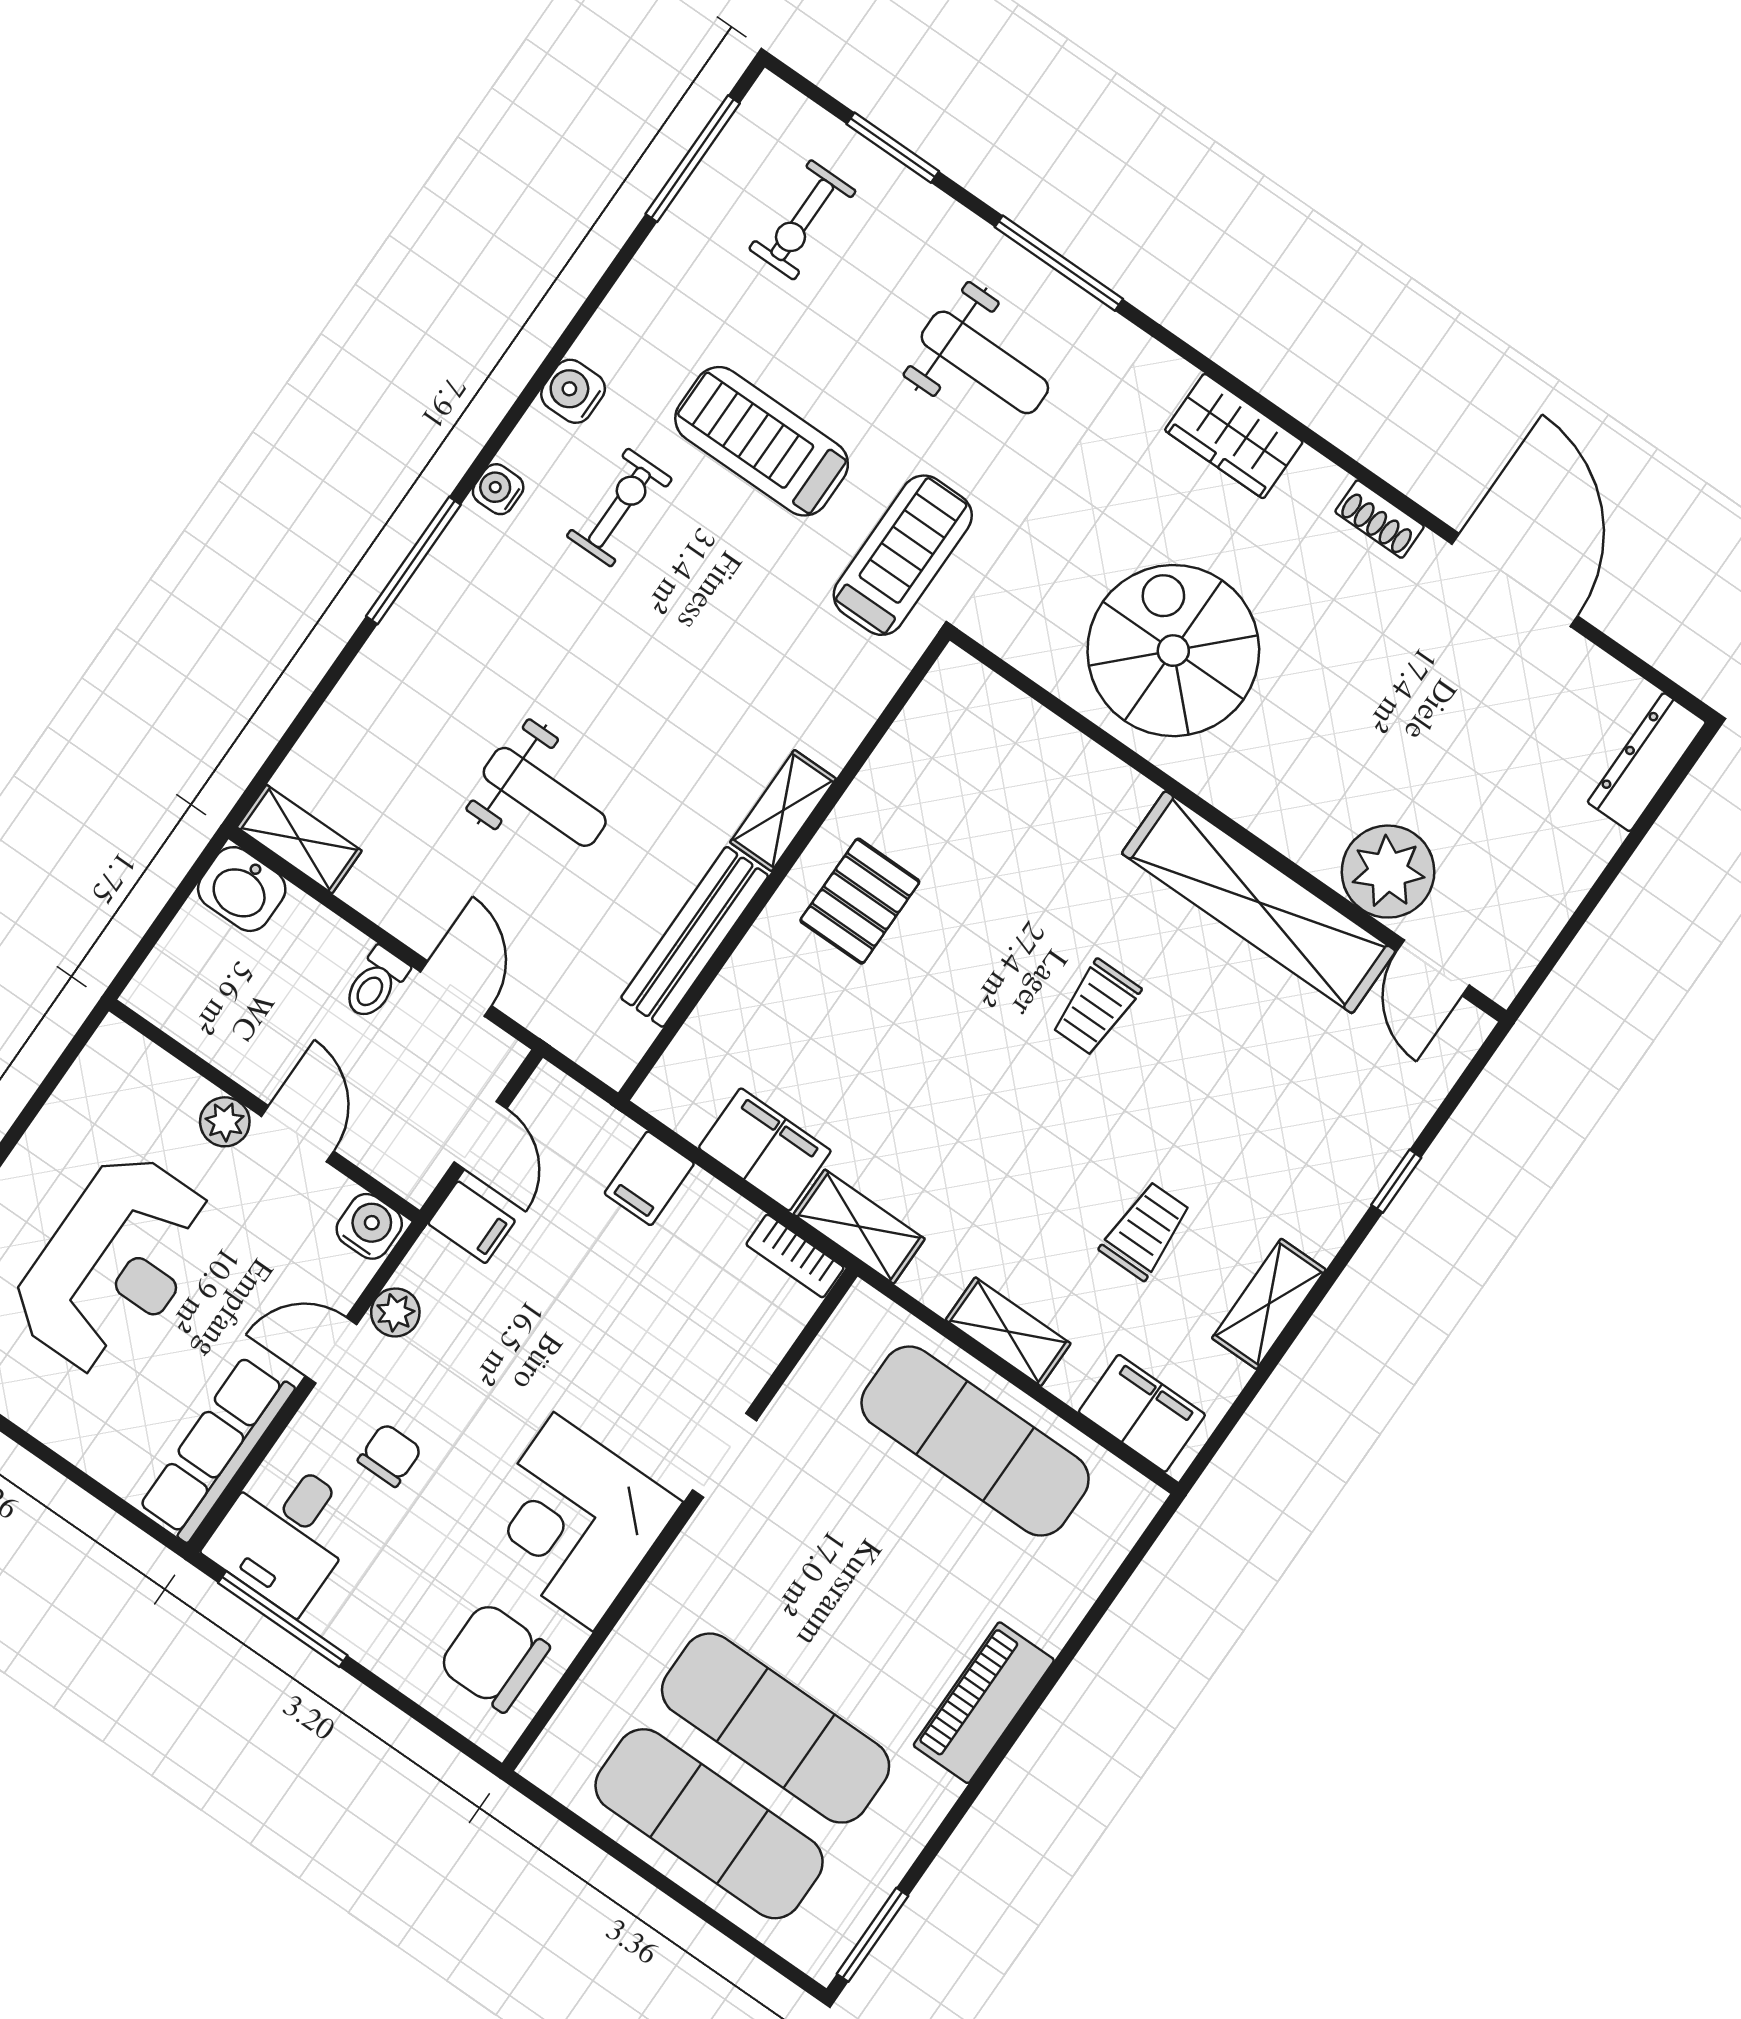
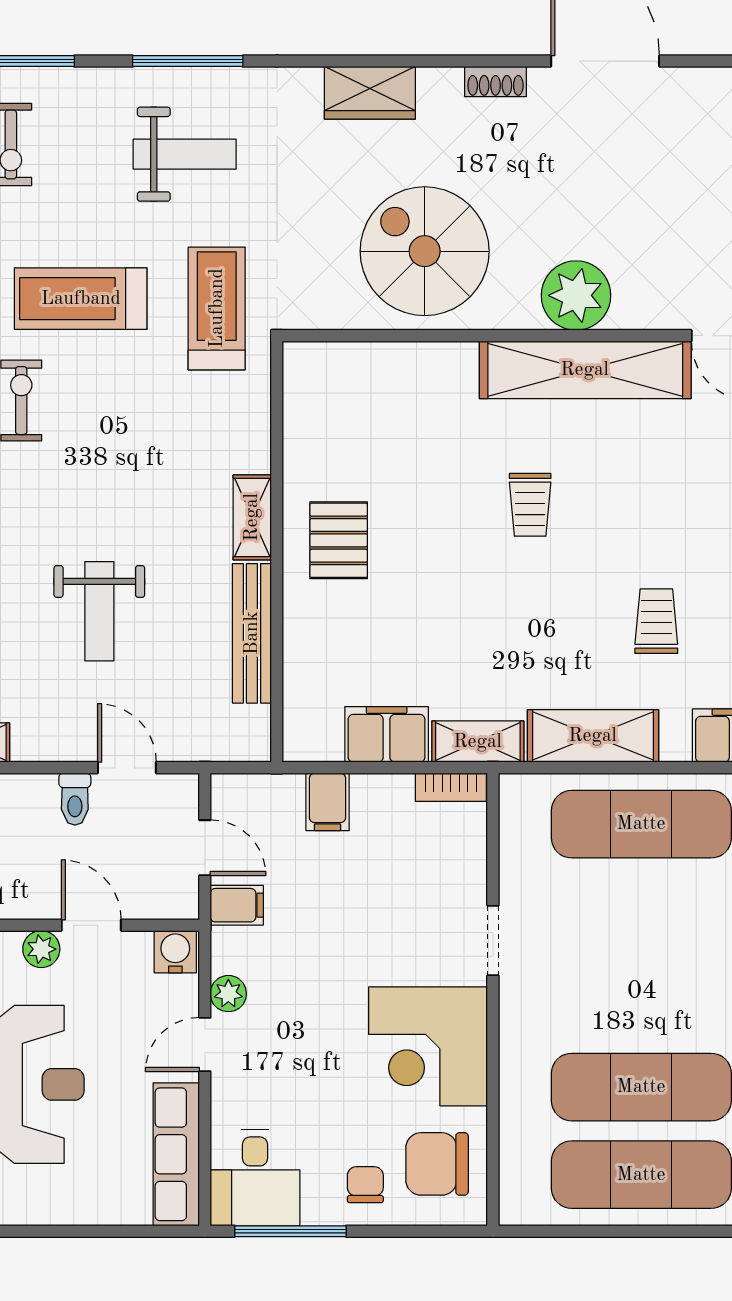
weight bench: (545, 797) -> (99, 611), turned 90
plant: (1388, 872) -> (576, 295), moved
shelving: (1008, 1332) -> (593, 736), width x1.50, depth x1.33
chair: (390, 1455) -> (365, 1185), moved

